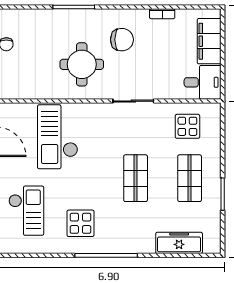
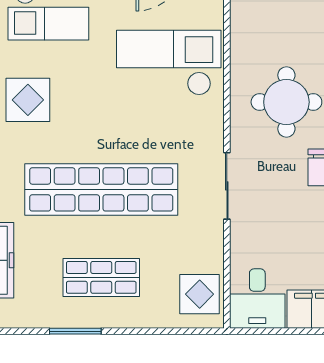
display table: (187, 126) -> (200, 294), moved
shop shelf: (136, 178) -> (101, 189), width x2.00, depth x1.36

